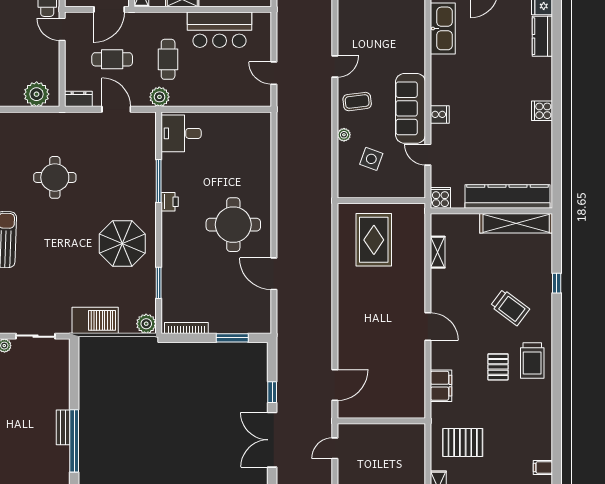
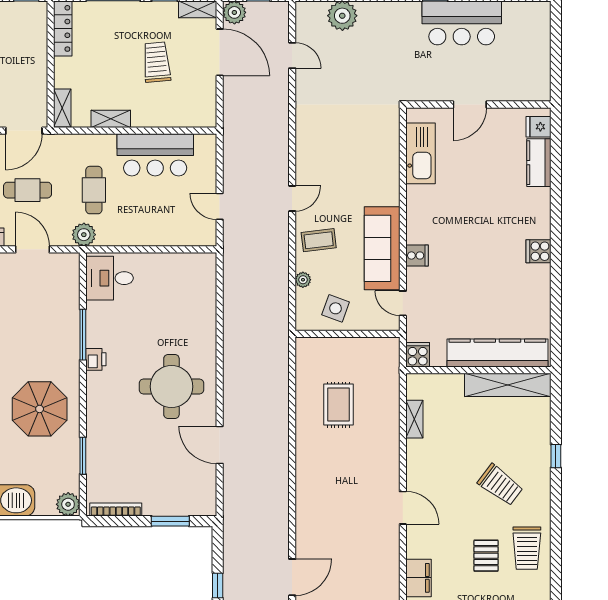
wall: (381, 201) -> (347, 334), moved
rug: (374, 240) -> (339, 405), width x0.73, depth x0.70

